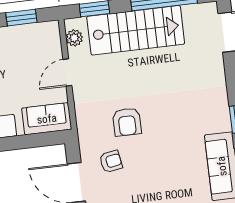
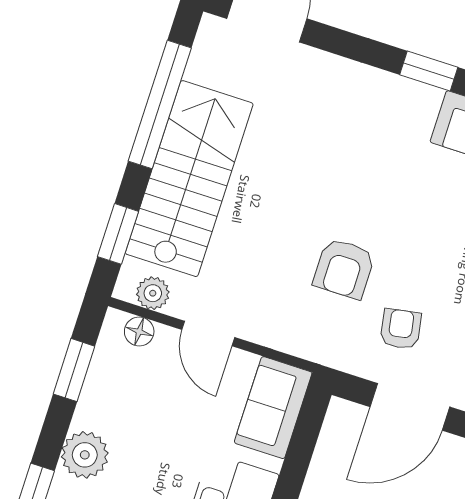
floor lamp: (53, 40) -> (139, 332), added
armchair: (127, 122) -> (344, 269), turned 90

